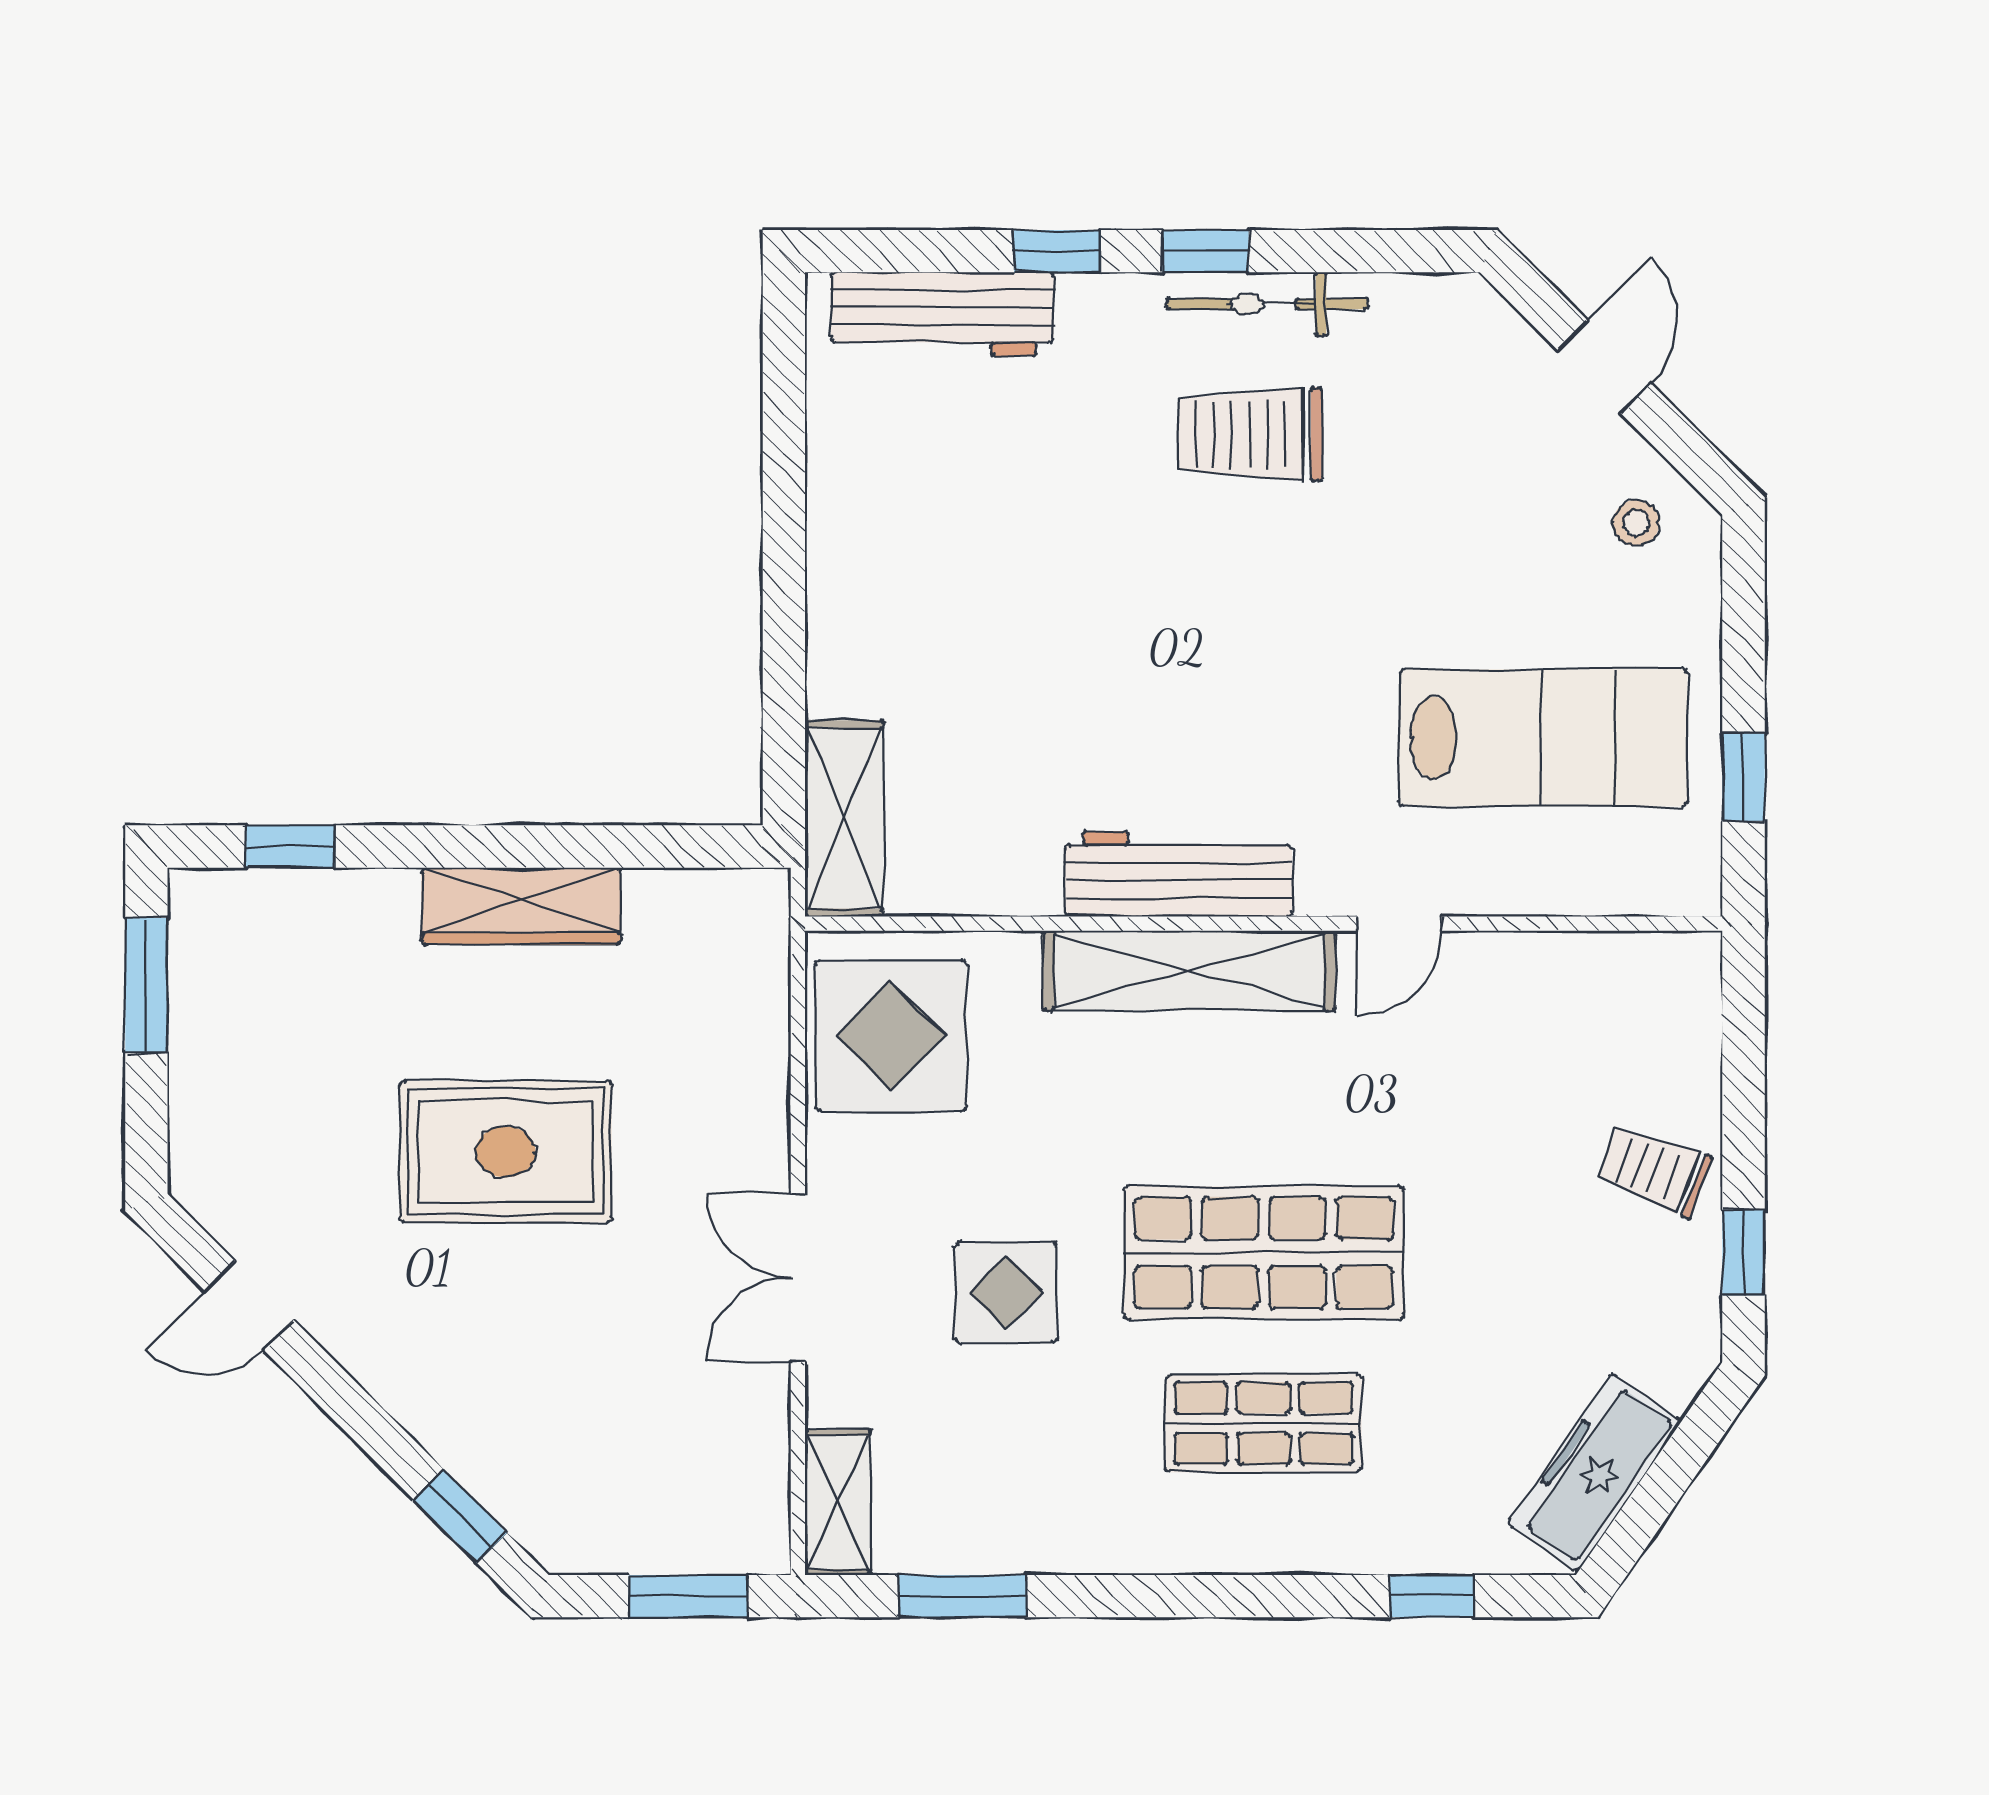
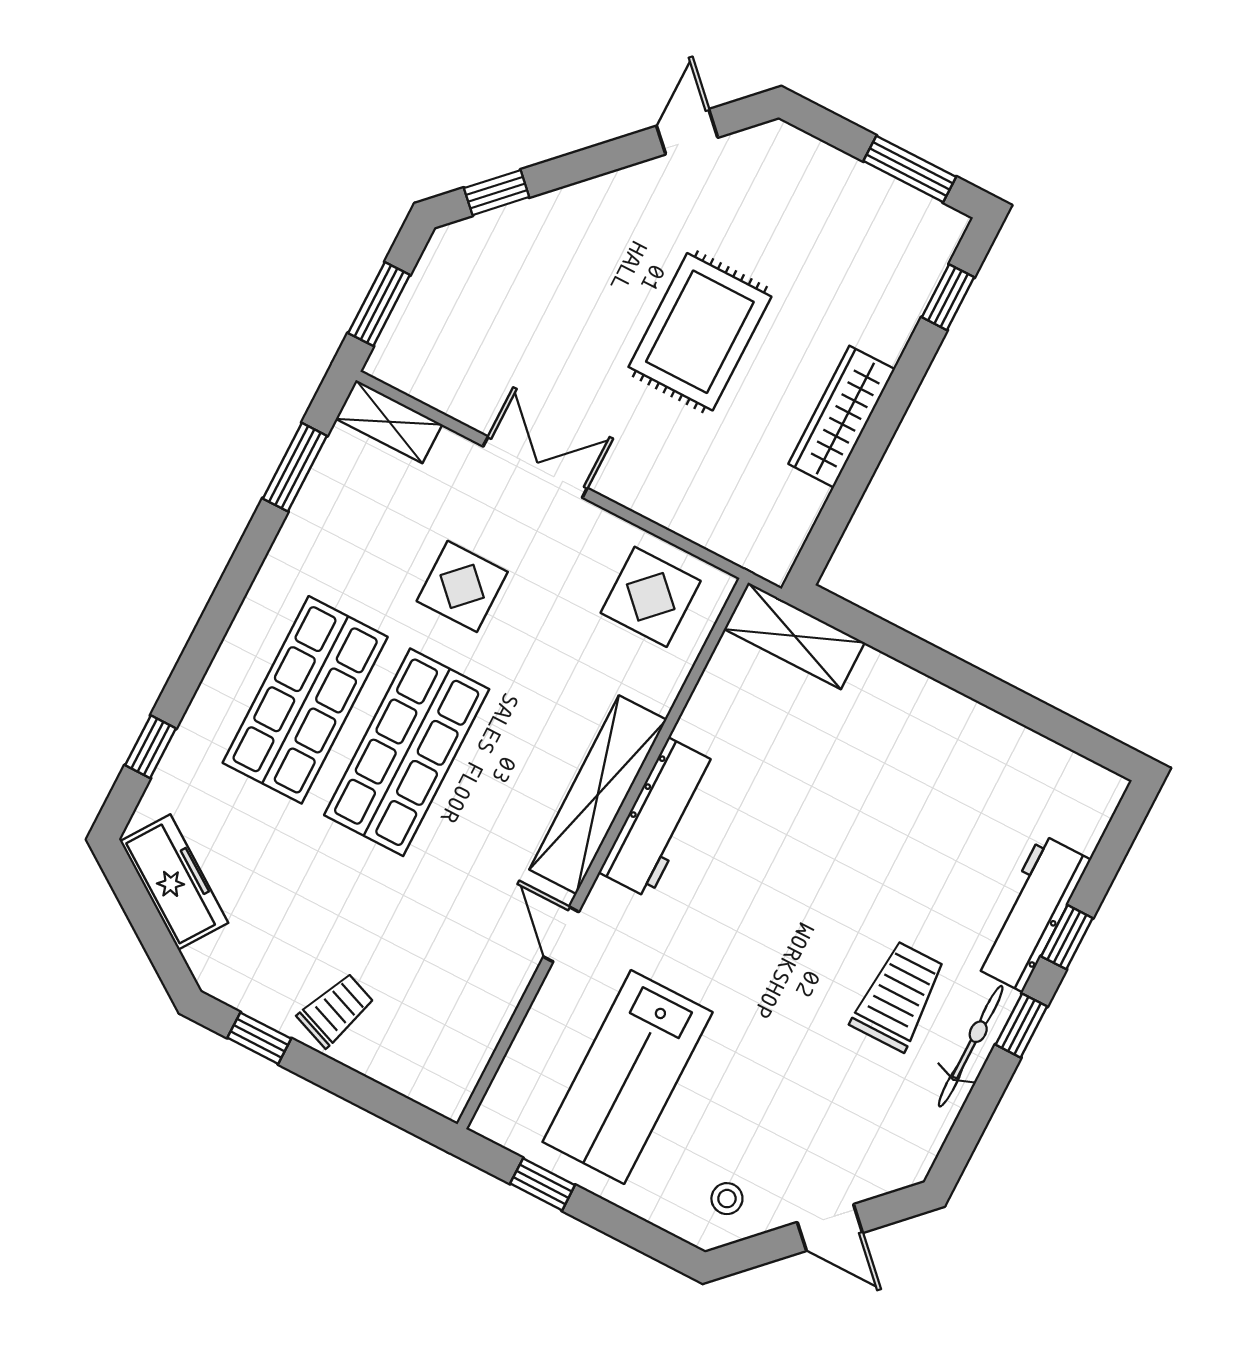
workbench: (942, 314) -> (1032, 913), moved
display table: (891, 1036) -> (651, 597), width x0.73, depth x0.73
shop shelf: (1264, 1423) -> (305, 700), width x1.43, depth x1.36

